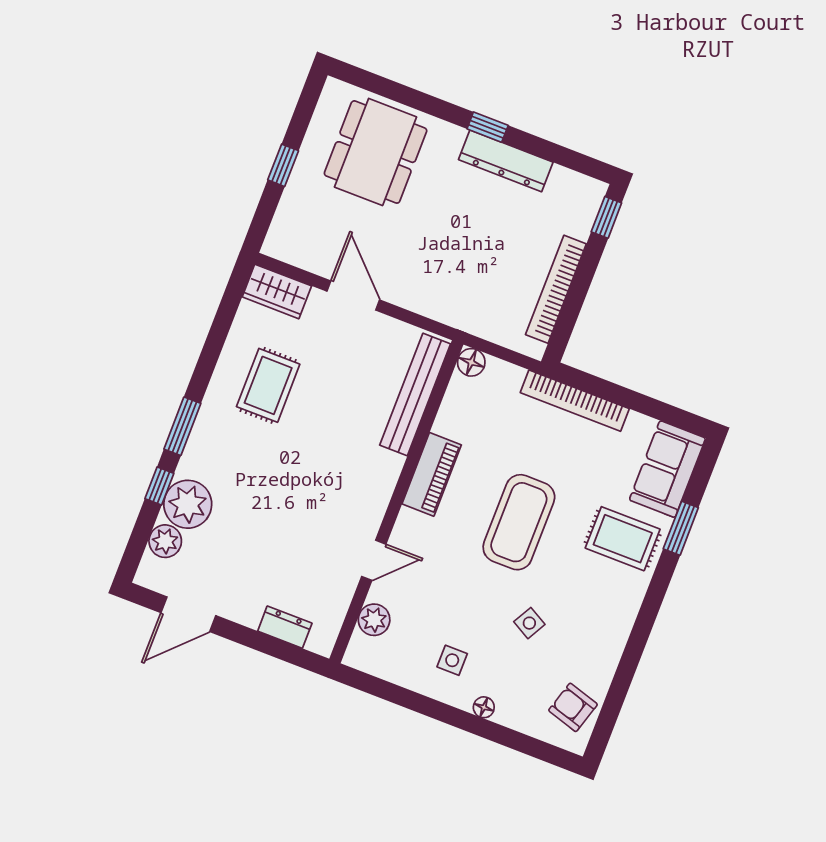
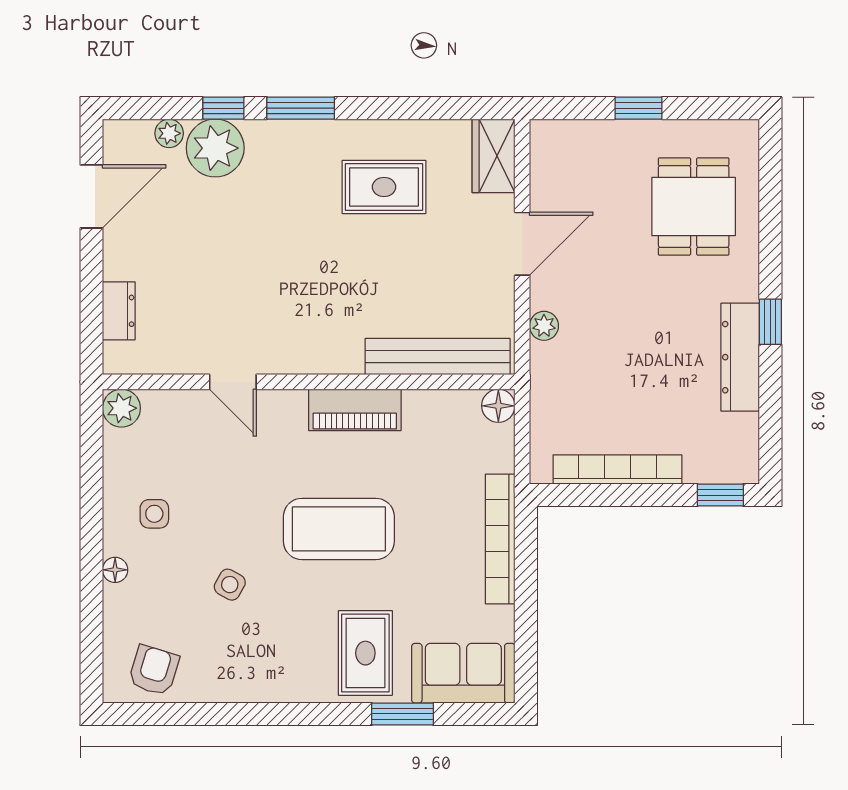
dining table: (376, 152) -> (694, 207), width x0.73
plant: (423, 303) -> (544, 326), added
plant: (165, 541) -> (169, 133), width x0.73, depth x0.73
door: (188, 614) -> (92, 196), swing flipped
plant: (374, 620) -> (121, 408), moved

